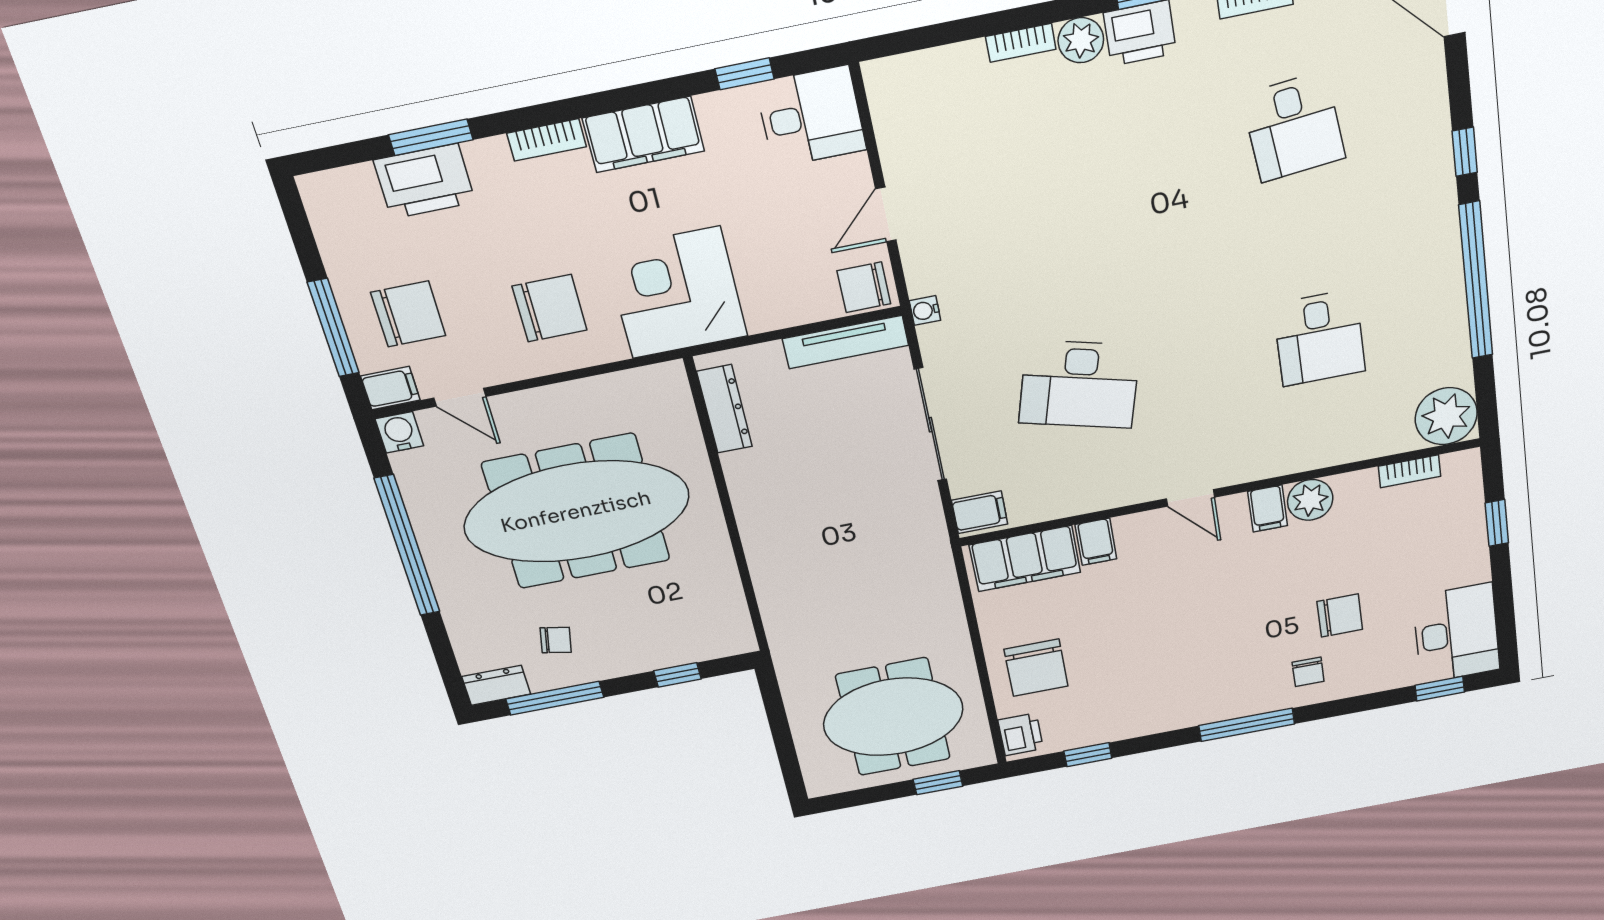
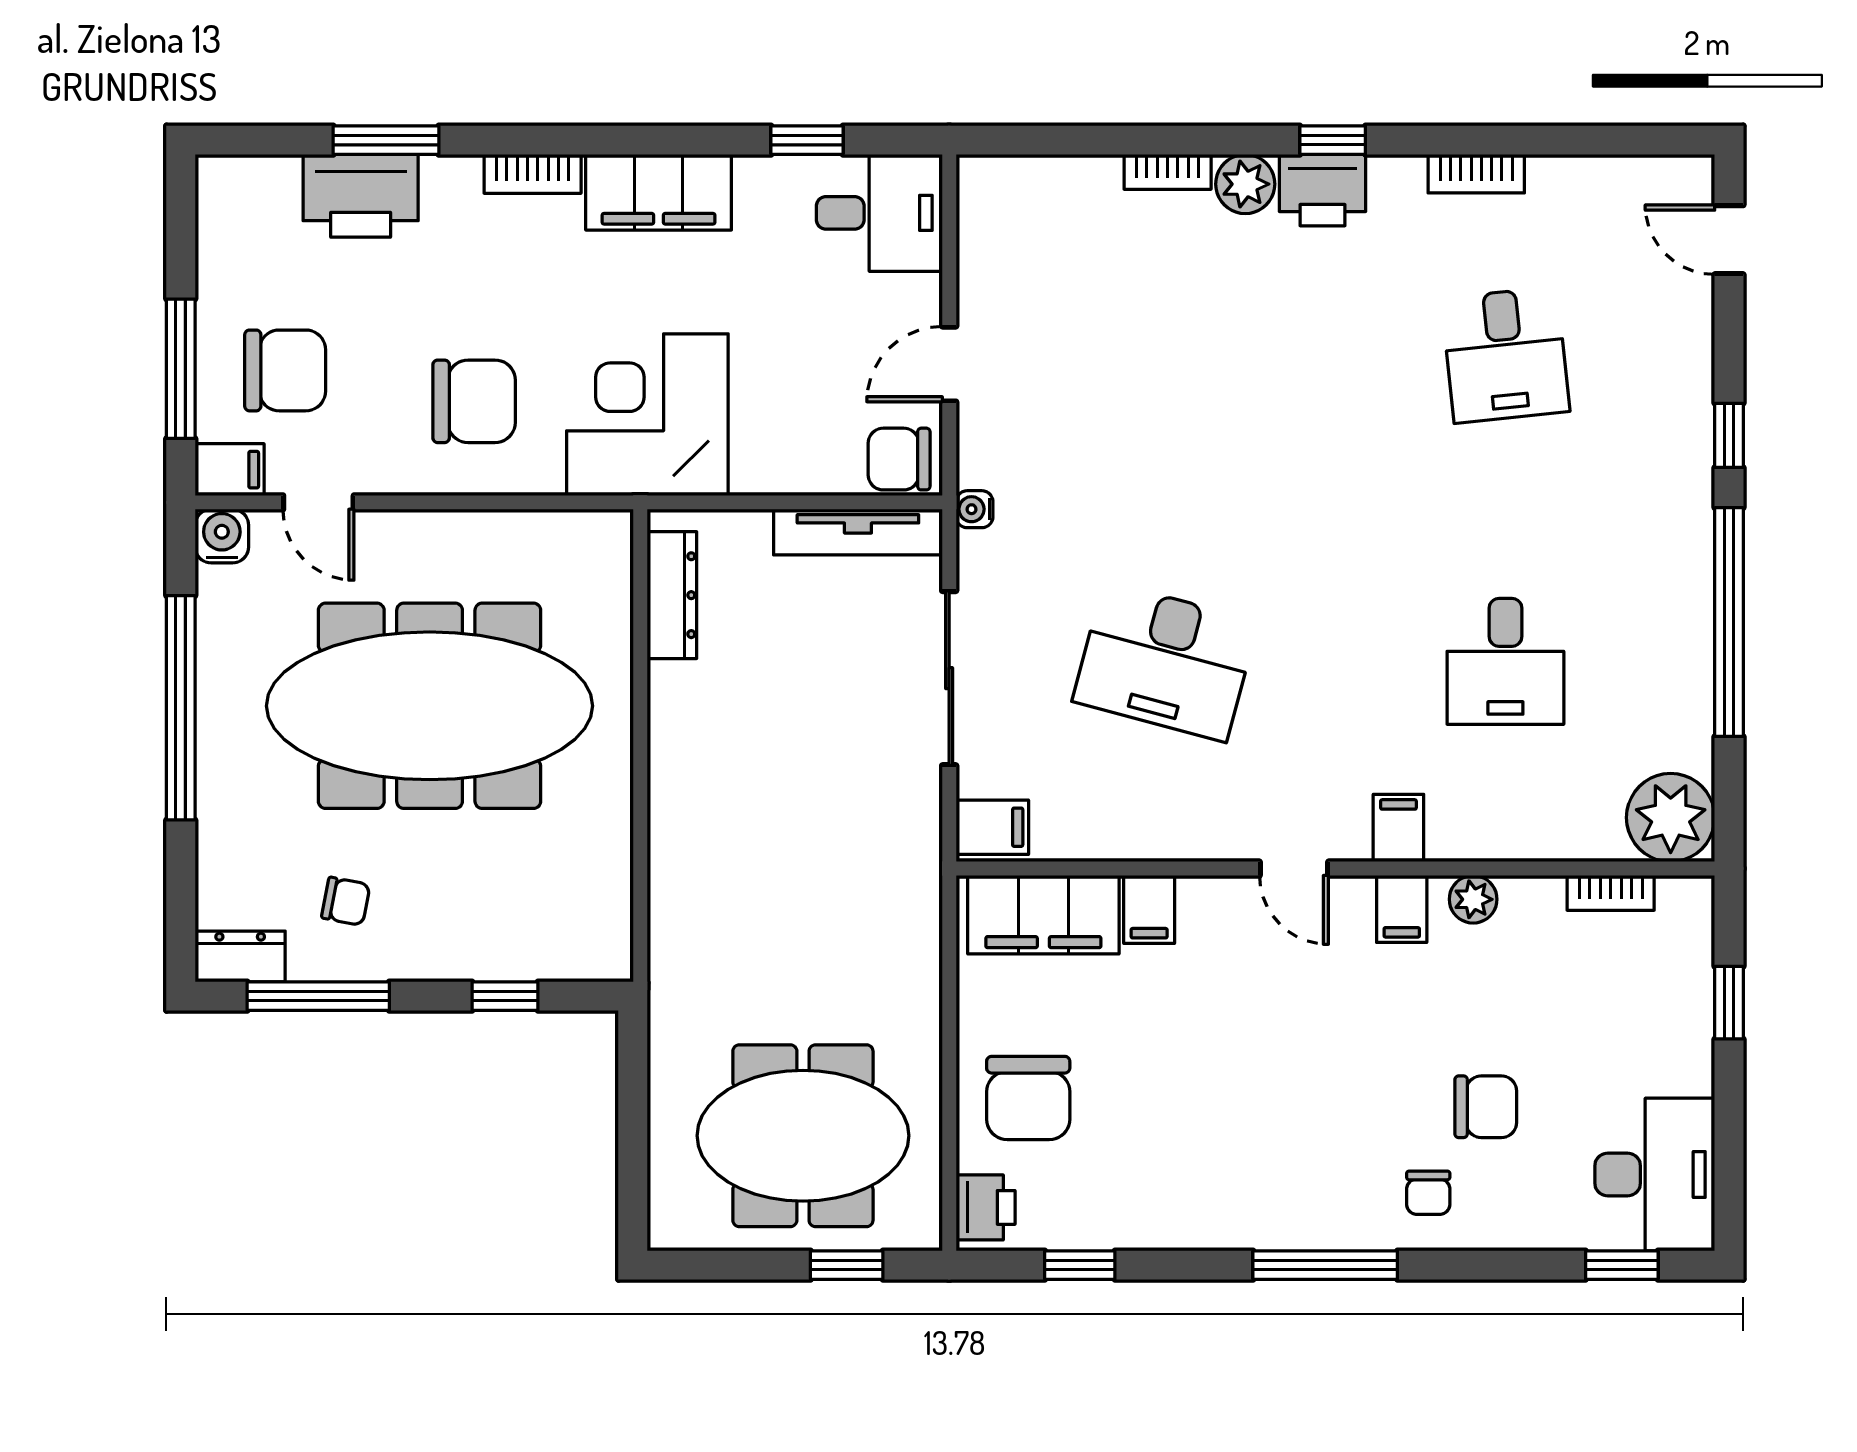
filing cabinet: (1258, 459) -> (1398, 828), added
plant: (1310, 500) -> (1473, 899), width x0.73, depth x0.73

